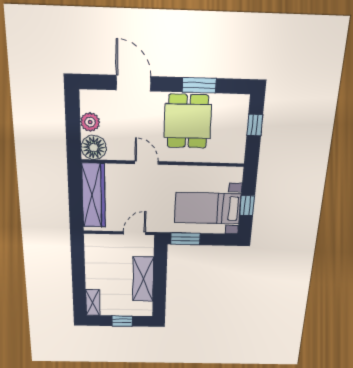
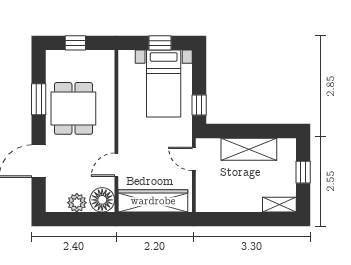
dining table: (188, 121) -> (73, 108), turned 90
door: (147, 163) -> (116, 165), moved
window: (185, 239) -> (199, 105), width x0.67

